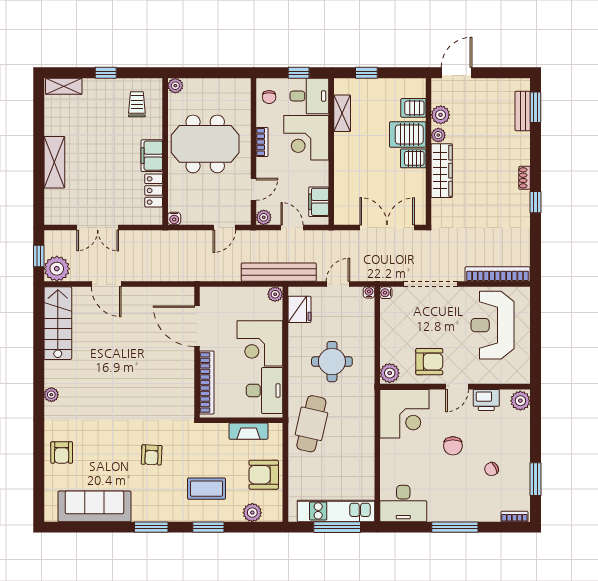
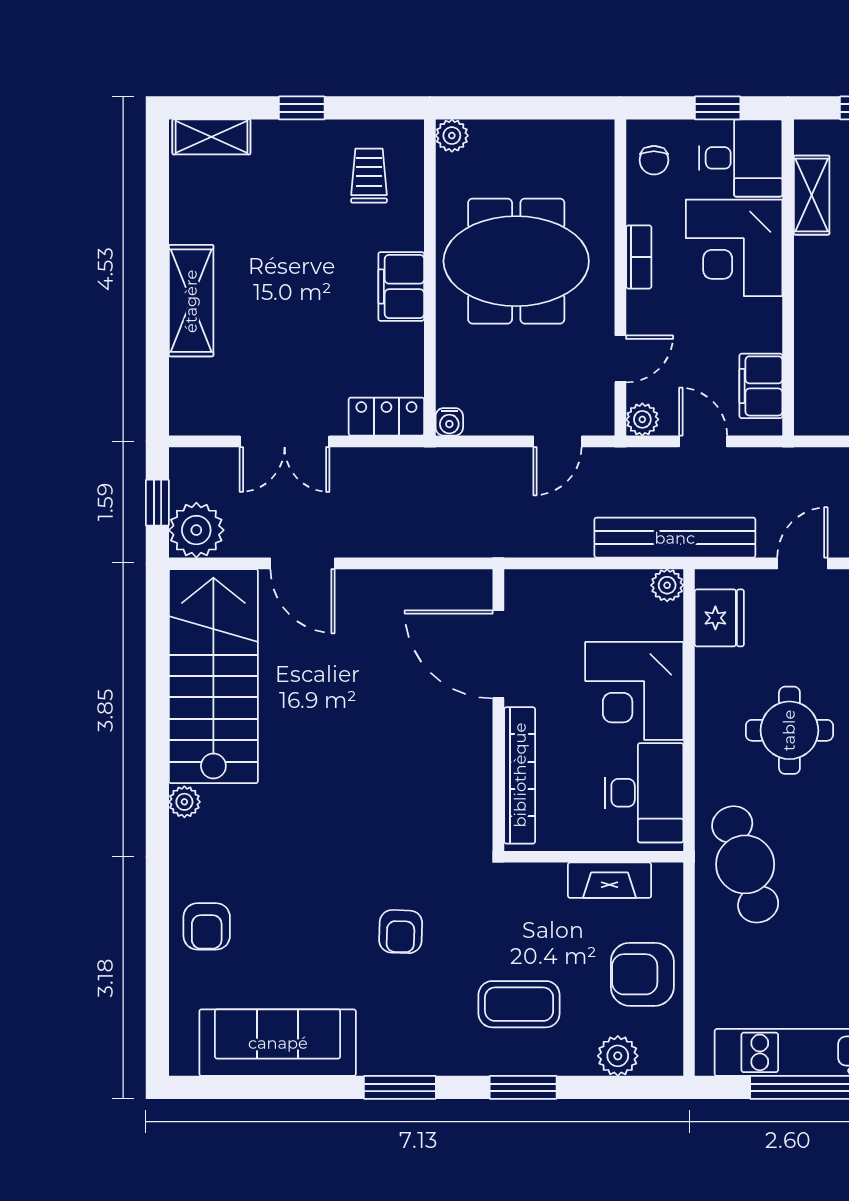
locker: (154, 190) -> (386, 417), moved, turned 90
stairs: (58, 323) -> (213, 676), width x1.36, depth x1.51
cafe table: (311, 424) -> (745, 864), turned -31

